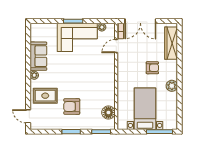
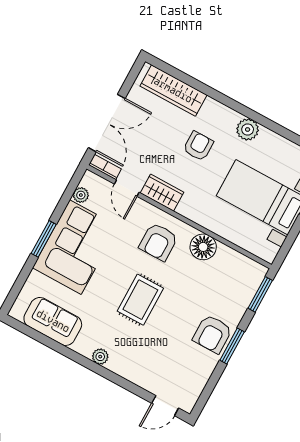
sofa: (38, 56) -> (53, 321), moved
wardrobe: (123, 63) -> (162, 193), added
armchair: (100, 73) -> (158, 242), added
rug: (45, 96) -> (140, 300), moved
armchair: (72, 106) -> (212, 334), moved
floor lamp: (108, 112) -> (203, 247), moved

